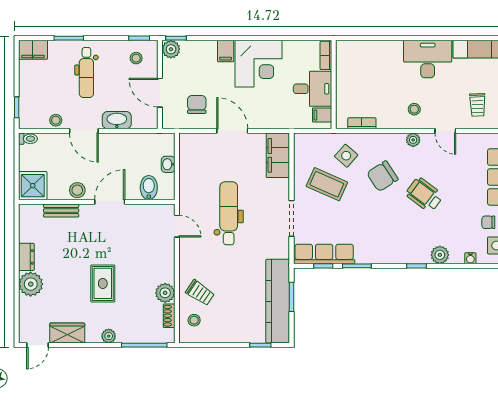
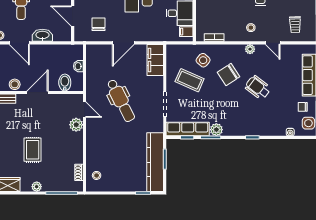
door: (232, 131) -> (123, 43), swing flipped
dental chair: (229, 213) -> (121, 101), turned 153
plant: (440, 255) -> (216, 130), moved
plant: (165, 293) -> (76, 125), moved
trolley: (200, 293) -> (101, 156), removed

